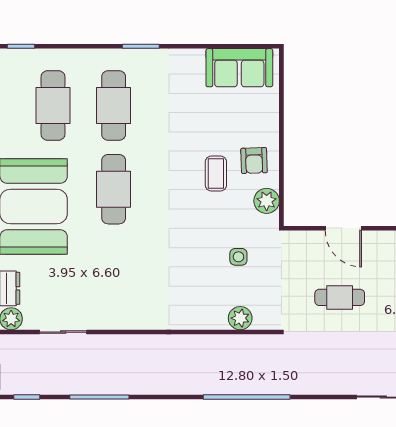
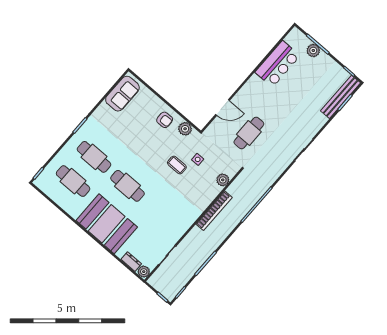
coffee table: (216, 174) -> (177, 165), moved
cafe table: (340, 297) -> (249, 133), width x1.37, depth x1.35
bookcase: (185, 344) -> (214, 211), added

